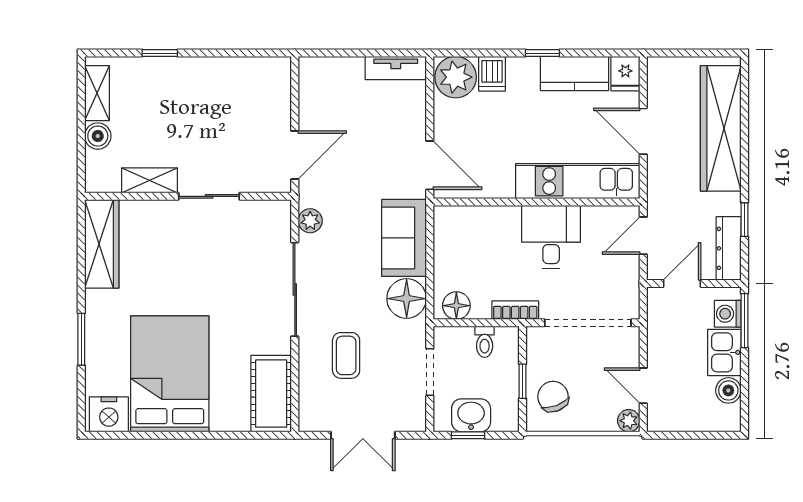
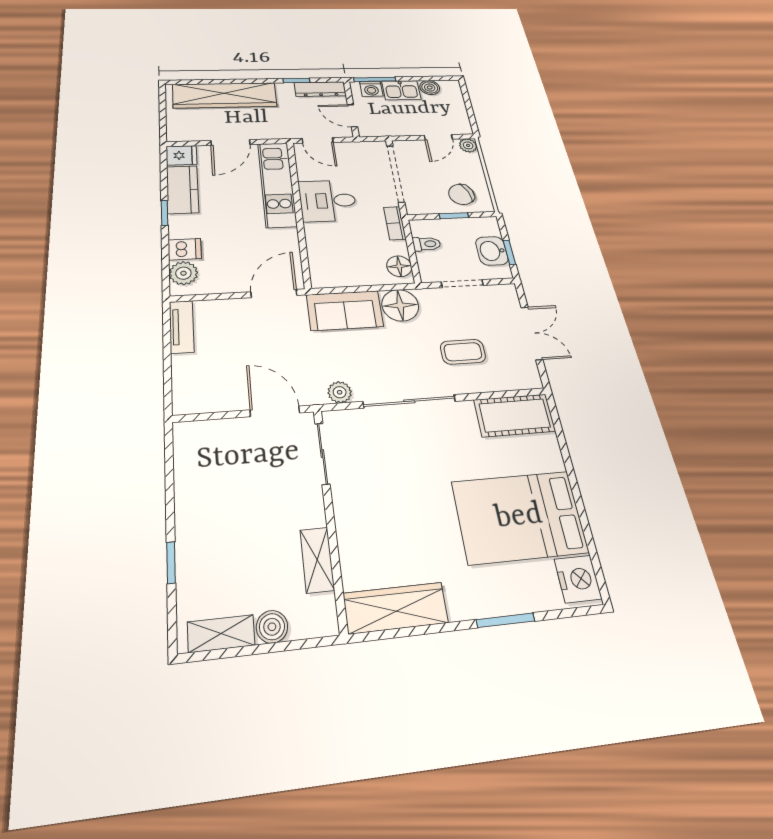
plant: (456, 77) -> (183, 273), width x0.73, depth x0.73
sliding door: (209, 196) -> (322, 454), moved

